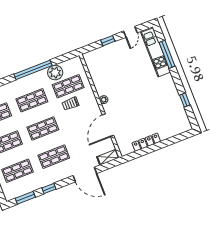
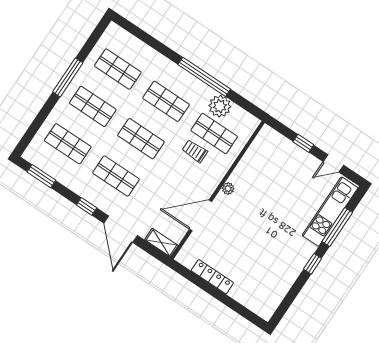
window: (185, 100) -> (313, 264), moved
window: (49, 189) -> (87, 206), moved

